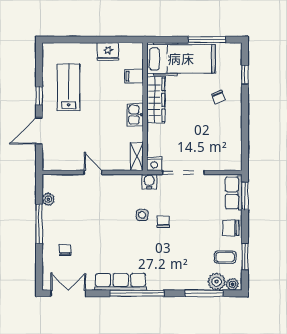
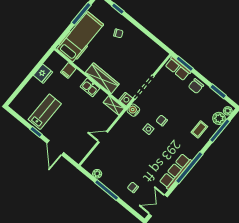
lab bench: (69, 87) -> (45, 112), turned 90
wardrobe: (156, 100) -> (102, 78), moved
coffee table: (225, 257) -> (199, 129), moved

